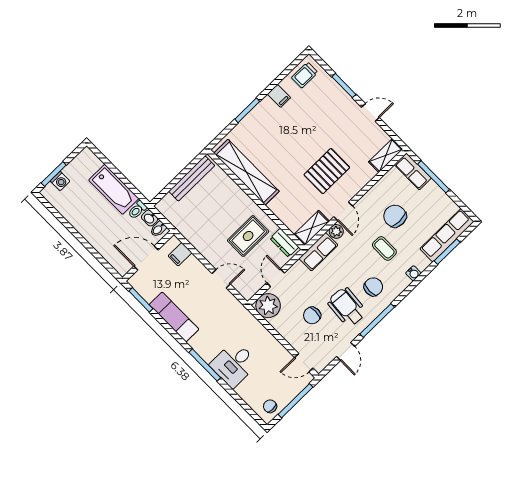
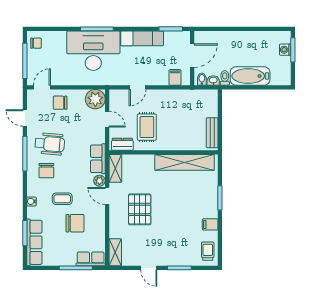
door: (370, 112) -> (149, 268), hinge flipped
bench: (192, 178) -> (212, 133), width x0.73
chair: (312, 315) -> (60, 103), moved, turned -90
desk: (234, 364) -> (93, 51), width x1.87, depth x1.30

